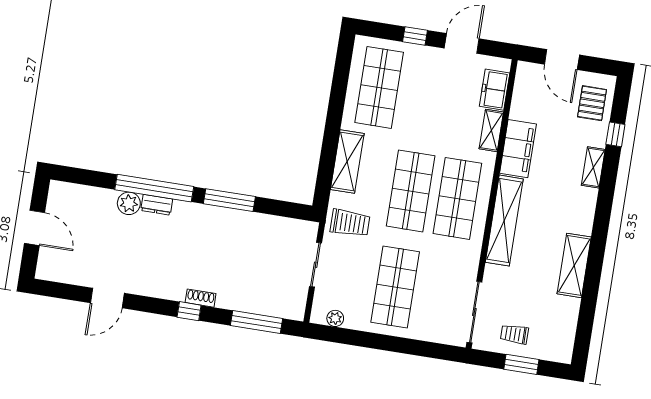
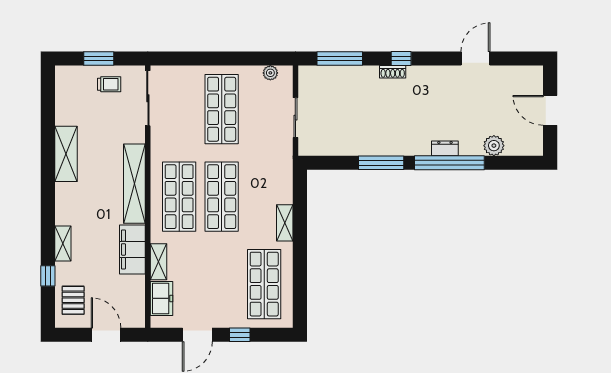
shelving: (347, 162) -> (285, 223), width x0.67, depth x0.75
plant: (129, 203) -> (494, 146), moved
trolley: (350, 223) -> (271, 160), removed

